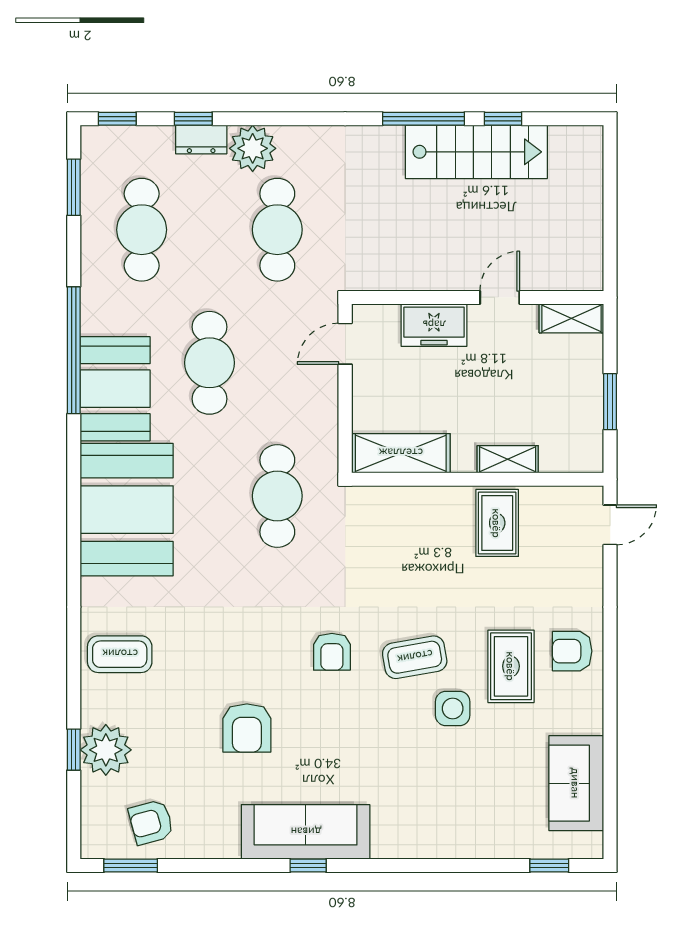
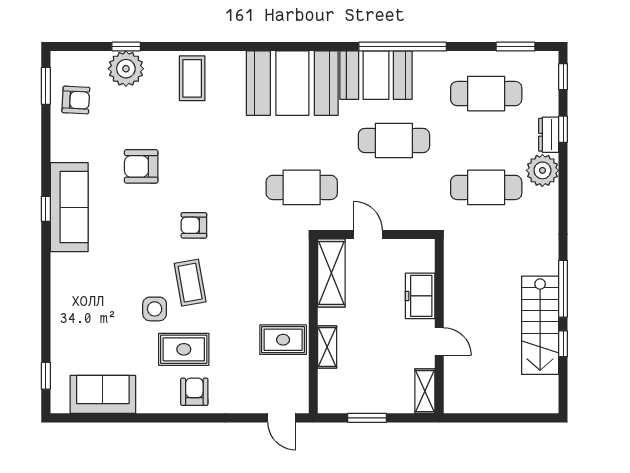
door: (345, 344) -> (368, 234), moved
armchair: (151, 822) -> (76, 100), turned 108

